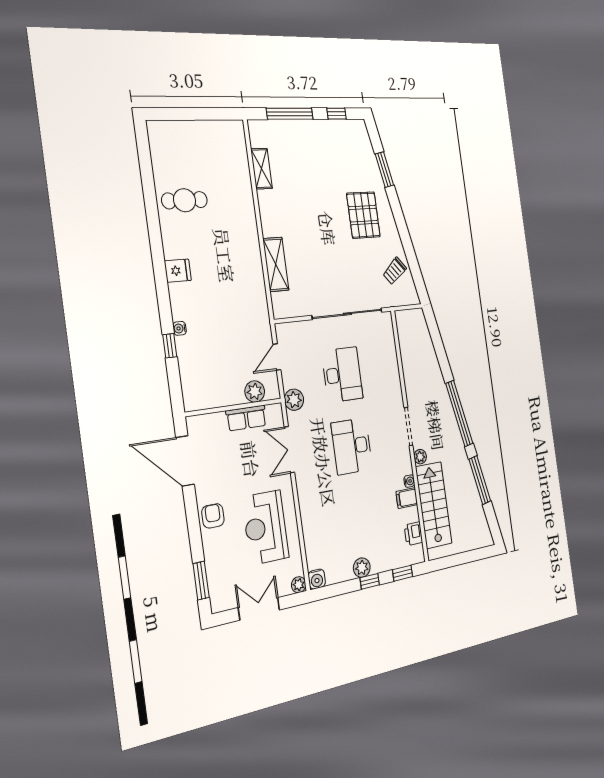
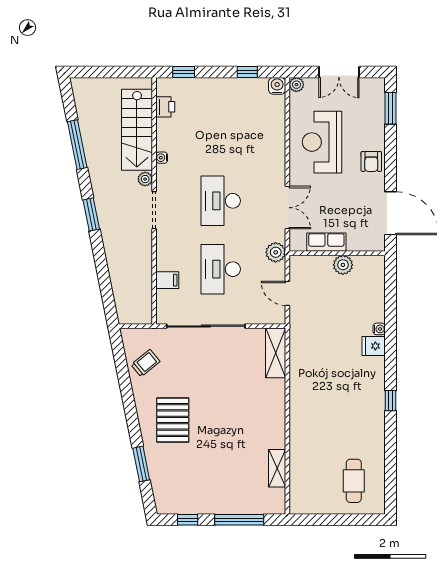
cafe table: (185, 200) -> (354, 481), moved, turned 90
shelving: (276, 264) -> (276, 353), moved
fridge: (178, 271) -> (374, 346), moved
window: (170, 346) -> (390, 401), moved
door: (277, 357) -> (287, 293), swing flipped
plant: (255, 391) -> (343, 265), moved
window: (459, 413) -> (91, 214), width x0.47
desk: (352, 446) -> (221, 201), turned 180
filing cabinet: (407, 498) -> (167, 280), moved
reception desk: (265, 527) -> (322, 142), turned 180
plant: (362, 568) -> (228, 86), removed
window: (370, 581) -> (247, 72), moved

